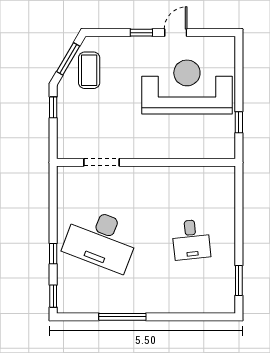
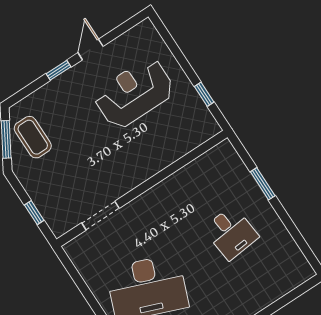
reception desk: (187, 87) -> (134, 93), width x0.74, depth x0.77
window: (53, 107) -> (34, 213), moved
window: (239, 281) -> (263, 184), moved

